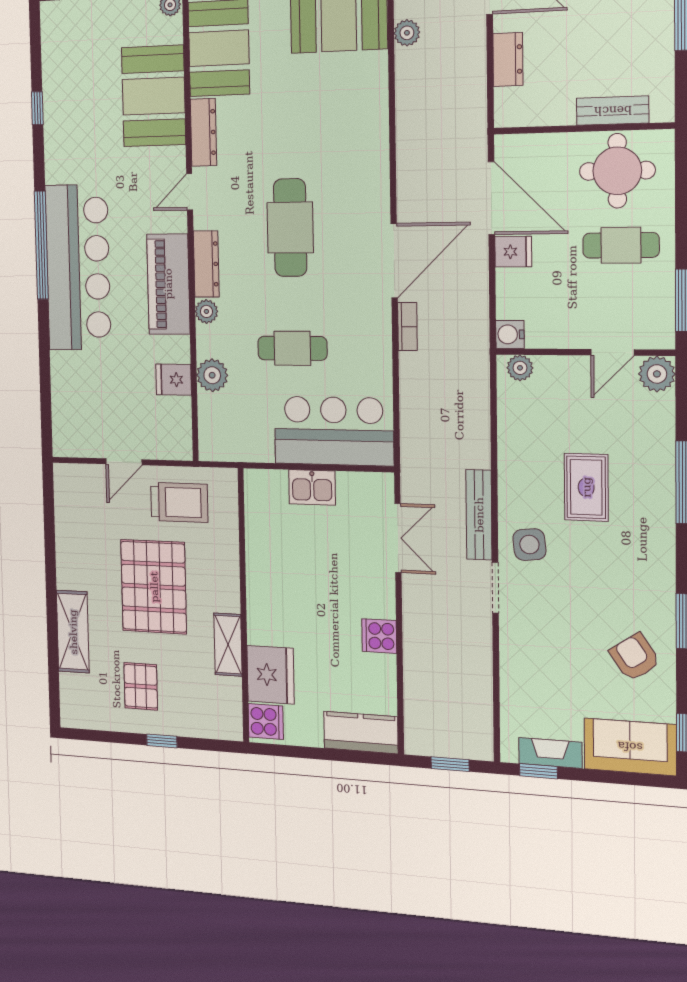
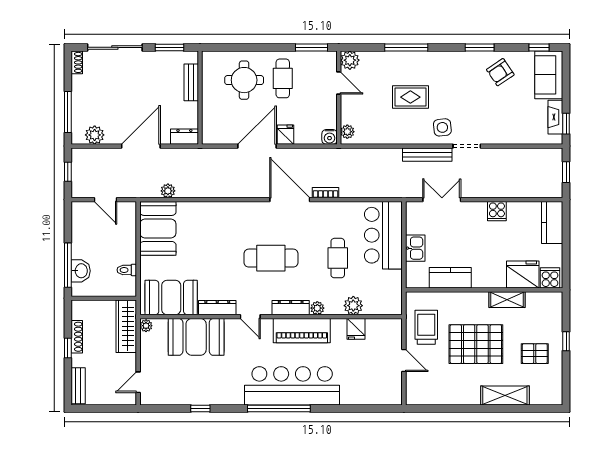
bench: (613, 111) -> (191, 82), moved
wall: (583, 128) -> (200, 98), moved
kitchen counter: (263, 547) -> (450, 278), added

